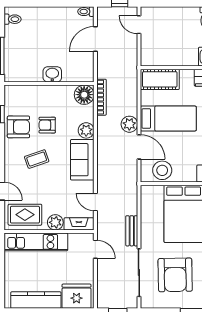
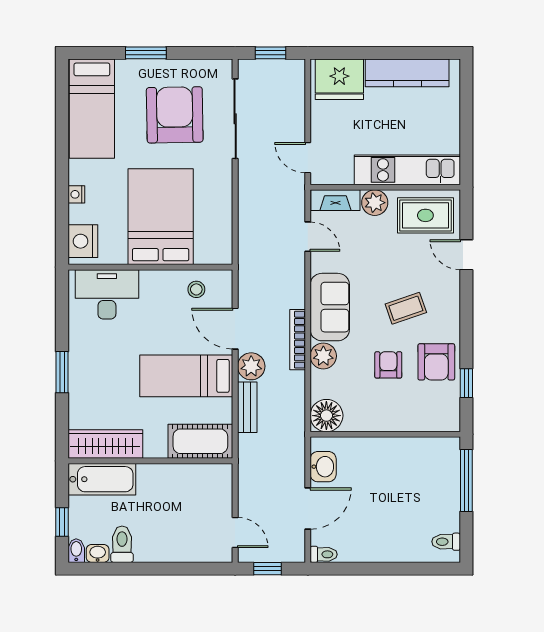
washbasin: (52, 74) -> (323, 467), moved, turned -90
bookcase: (102, 97) -> (298, 340), moved
armchair: (47, 125) -> (388, 365), turned -90
armchair: (18, 127) -> (436, 362), turned -90
stool: (162, 170) -> (196, 289), width x0.53, depth x0.53
bench: (132, 231) -> (247, 407), moved

